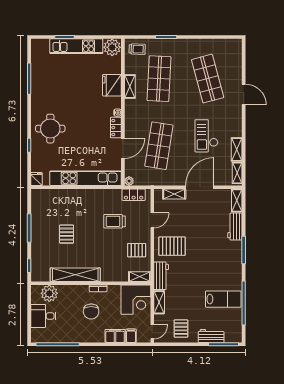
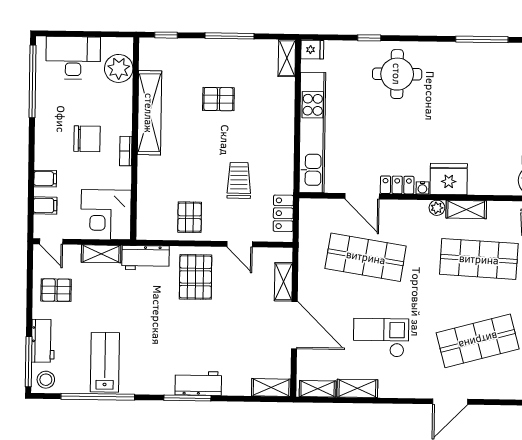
fridge: (112, 85) -> (449, 179), moved
plant: (129, 181) -> (437, 208), moved
workbench: (235, 227) -> (198, 383), moved
shelving: (140, 277) -> (287, 58), moved
lab bench: (223, 299) -> (105, 362), turned 180
chair: (91, 311) -> (87, 139), turned 180
desk: (43, 316) -> (73, 58), width x1.37
stool: (234, 334) -> (46, 380), added
filing cabinet: (115, 336) -> (45, 179), width x0.50

